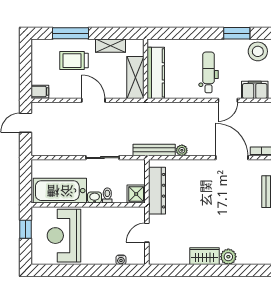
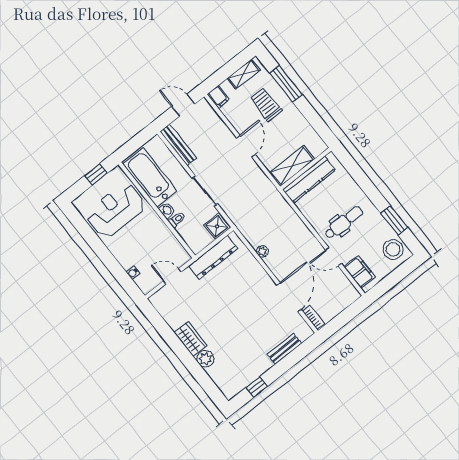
shelving: (111, 46) -> (244, 74), moved, turned 90
bench: (154, 150) -> (178, 145), moved
shower: (136, 194) -> (217, 226), moved

